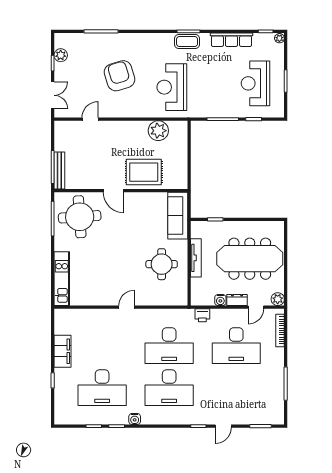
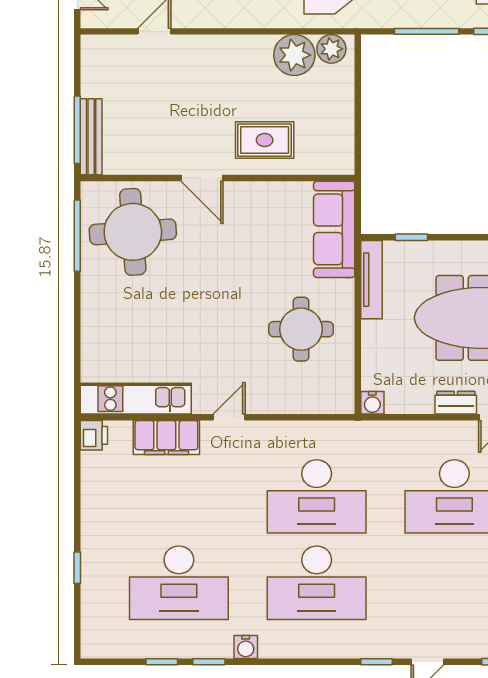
plant: (176, 128) -> (331, 49), added
rug: (144, 172) -> (265, 140), width x0.73, depth x0.70
tv unit: (196, 258) -> (372, 280), moved
kitchen unit: (62, 279) -> (136, 399), moved, turned -90
water cooler: (220, 300) -> (372, 403), moved
printer: (202, 315) -> (94, 435), moved, turned -90
filing cabinet: (62, 351) -> (166, 438), moved, turned 90

